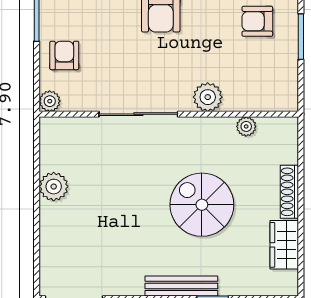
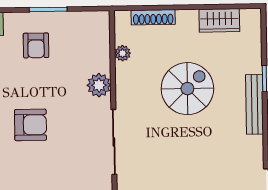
shoe rack: (289, 192) -> (153, 17), moved
spiral stairs: (202, 205) -> (187, 89), turned 180

